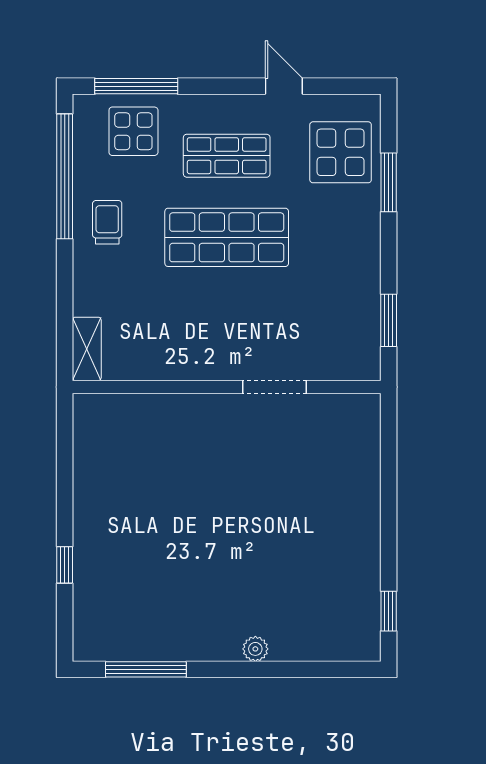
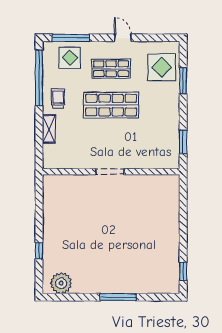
door: (284, 86) -> (123, 38), moved
shelving: (87, 349) -> (49, 129), moved
doorway: (275, 387) -> (110, 172), moved
plant: (255, 649) -> (61, 283), moved, width x1.87, depth x1.87
window: (146, 669) -> (118, 297), moved

